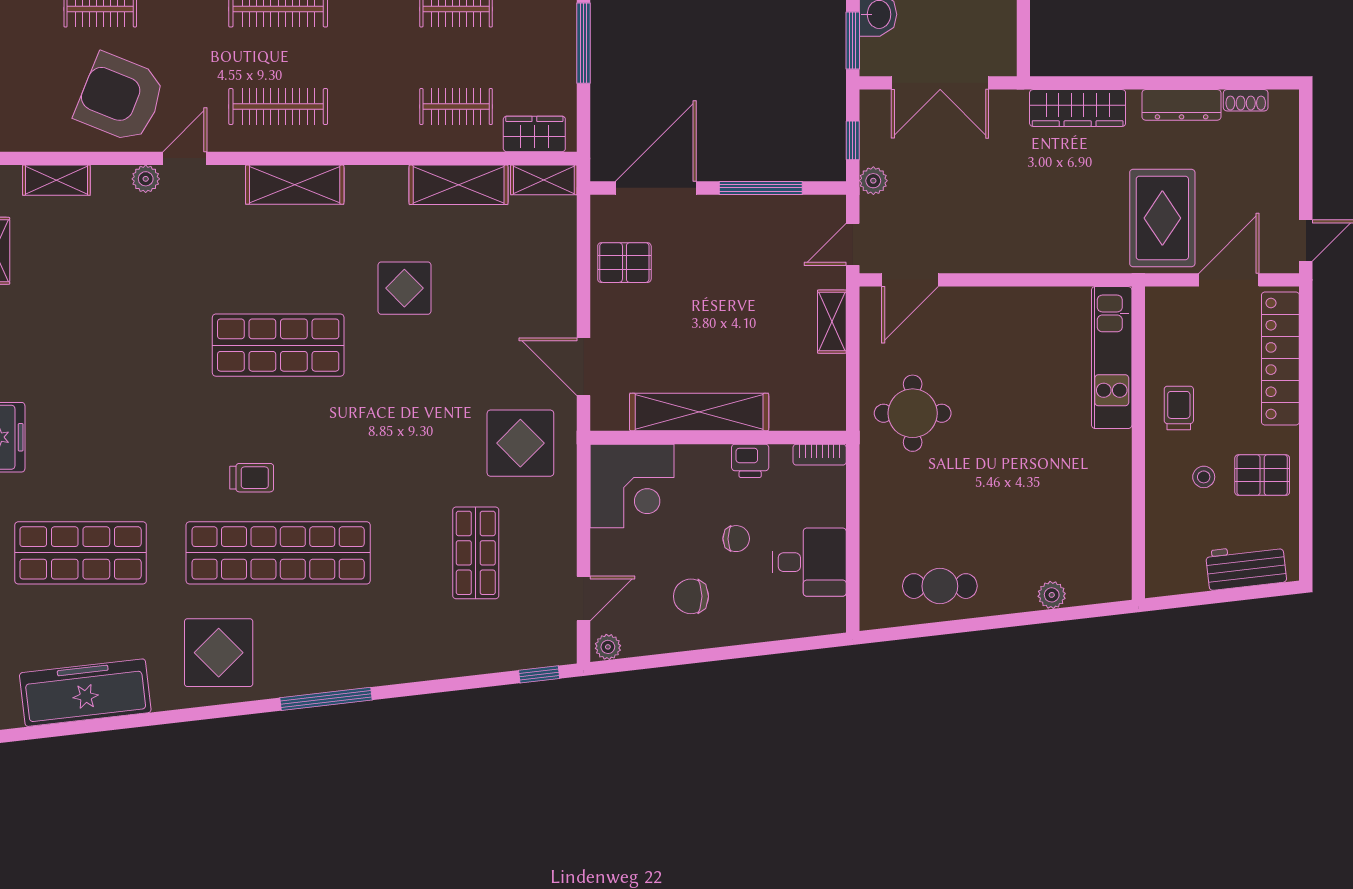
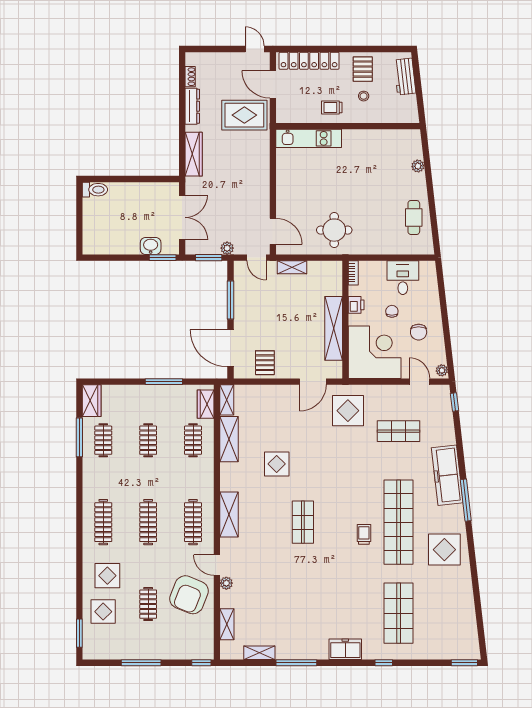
window: (853, 140) -> (209, 258), width x1.50
shop shelf: (278, 345) -> (303, 522), width x0.70, depth x0.74
corner desk: (632, 486) -> (375, 352), width x1.36, depth x1.36
freezer: (85, 693) -> (447, 475), moved

